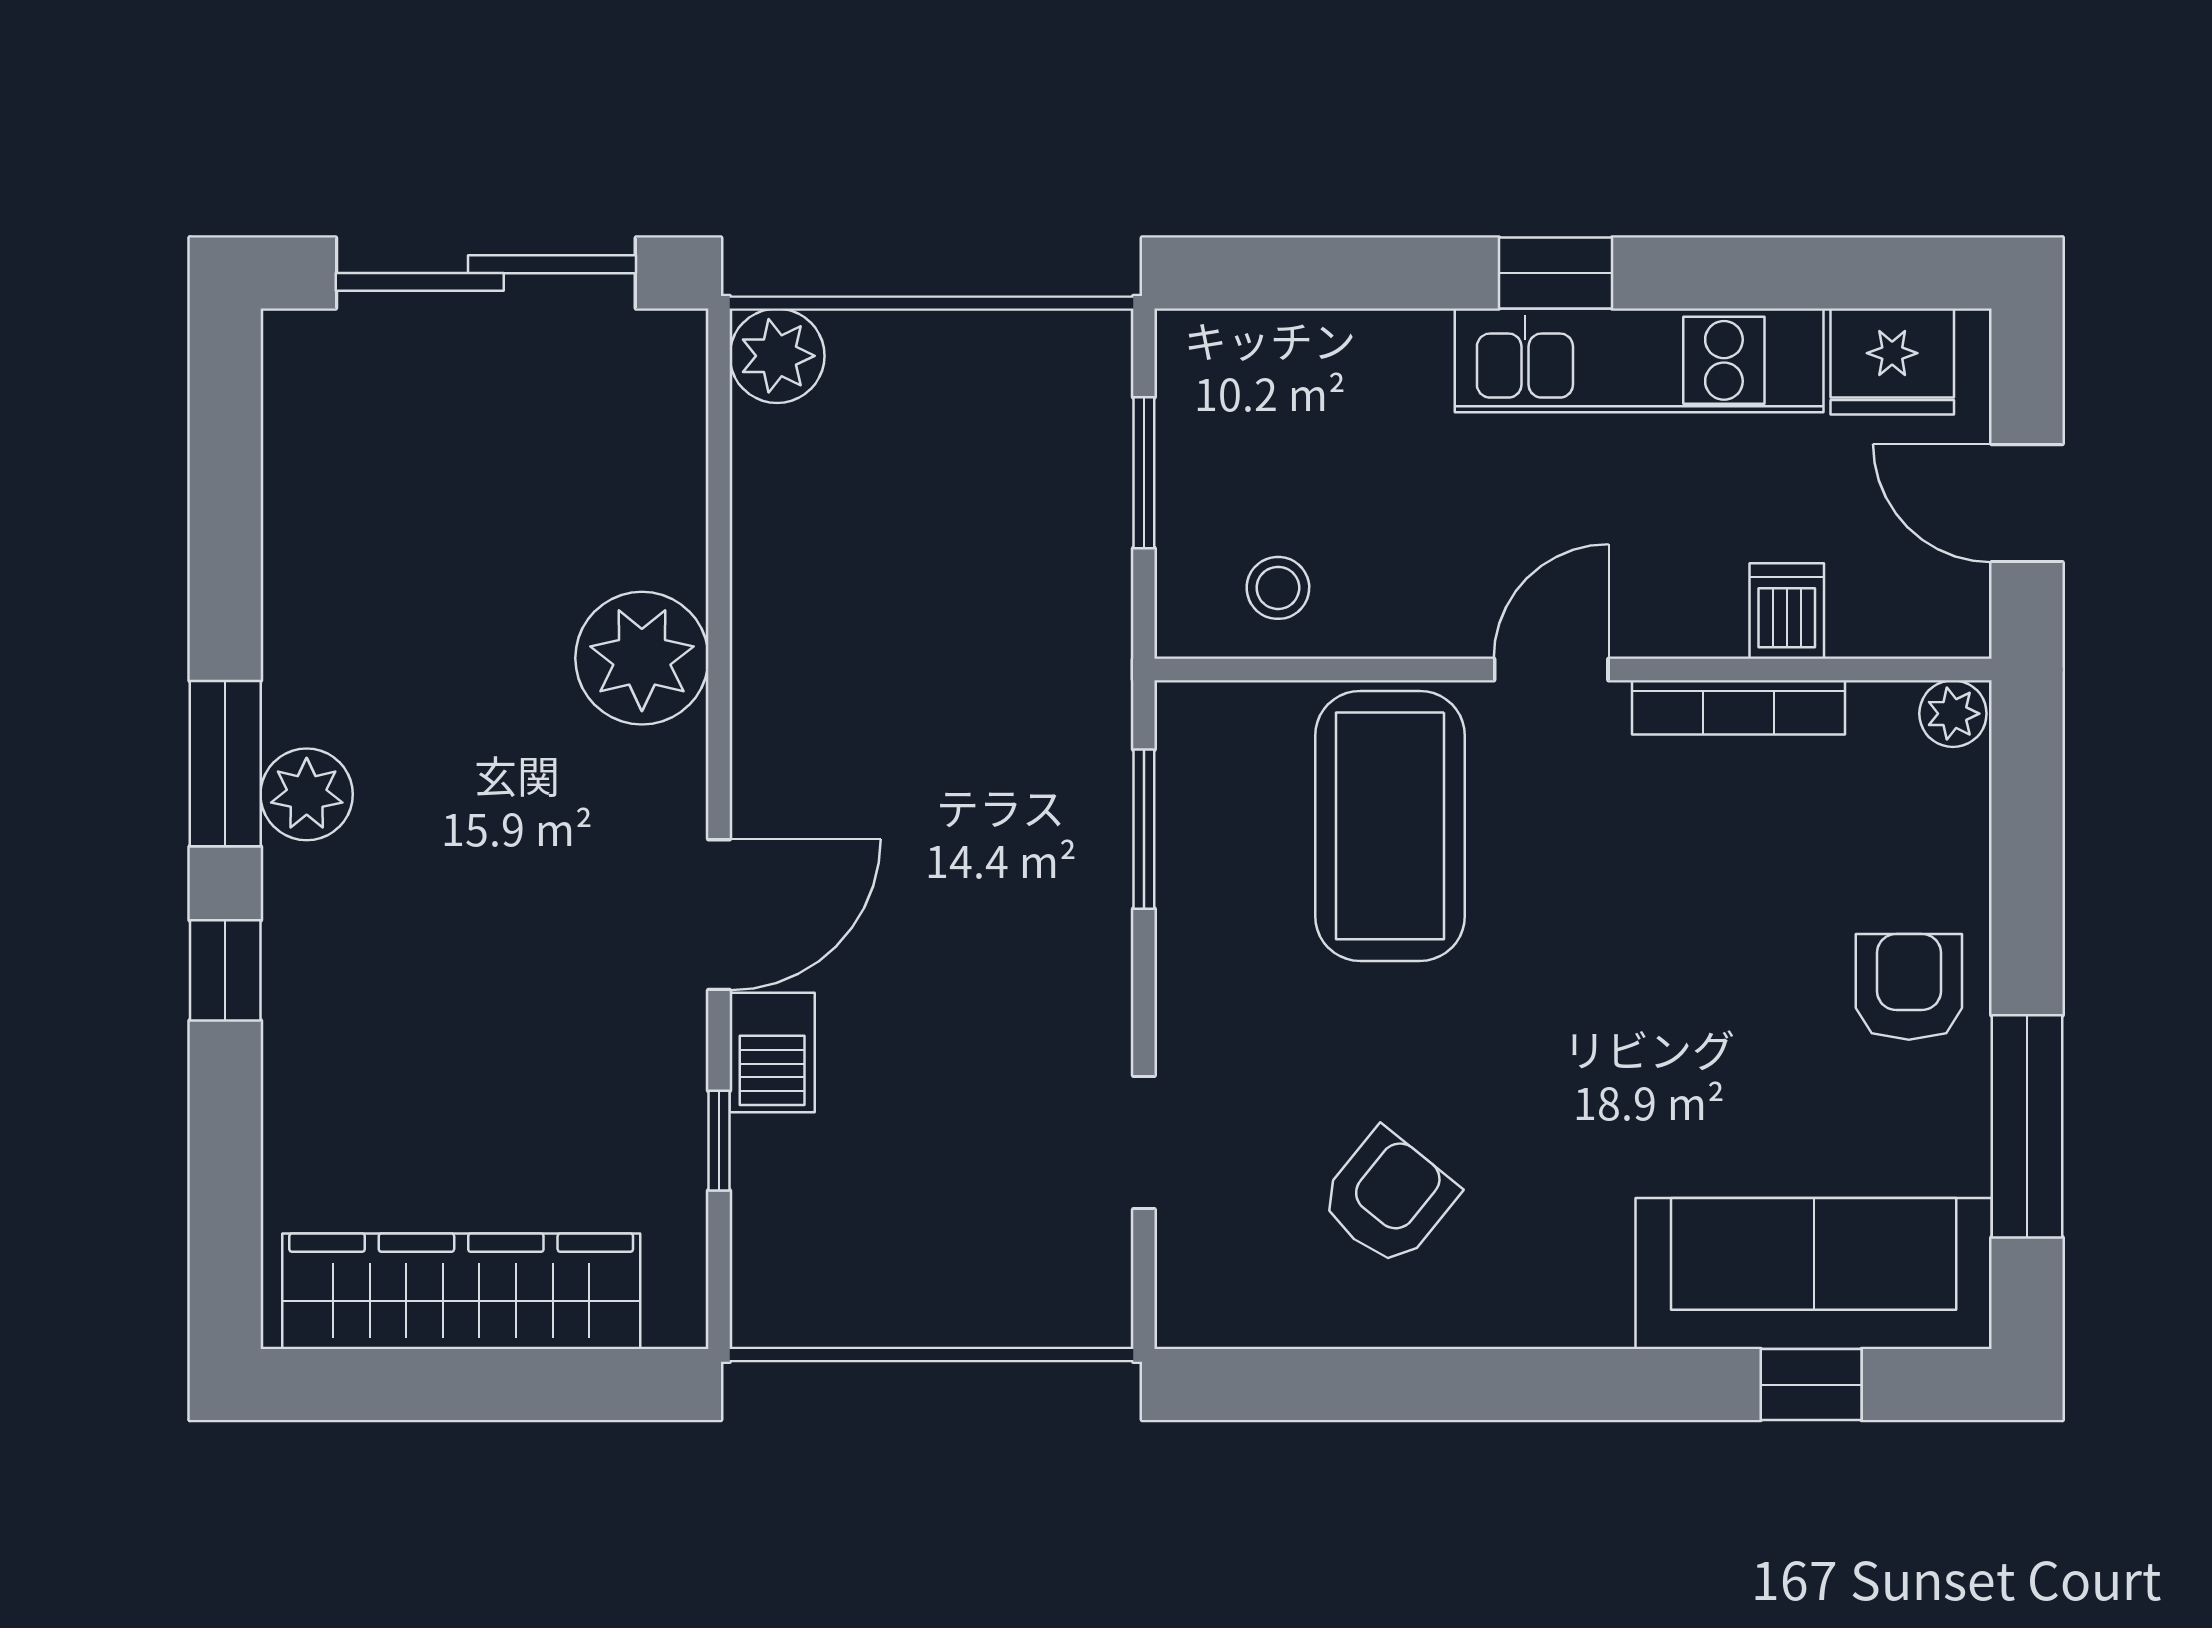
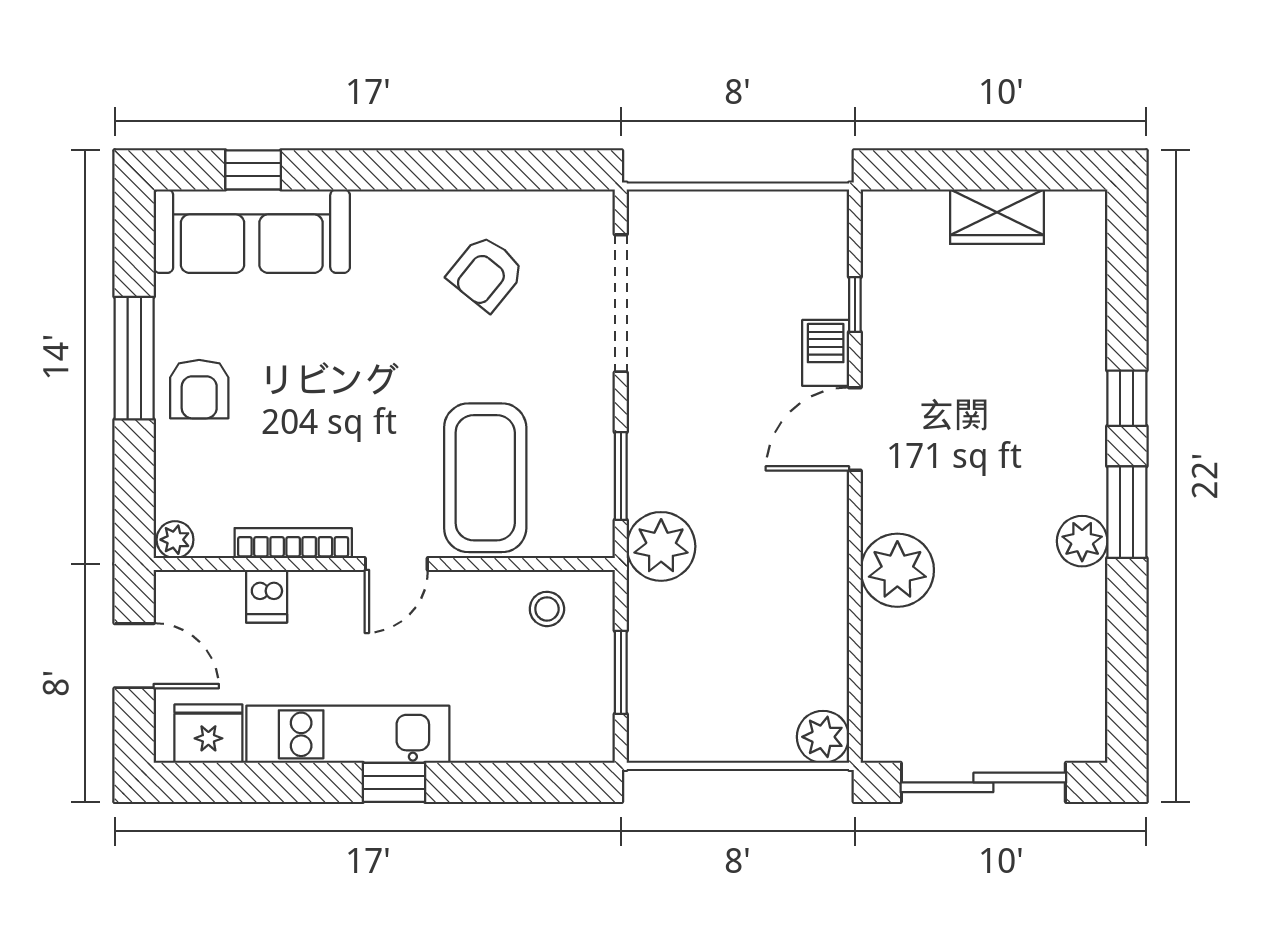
plant: (1071, 701) -> (661, 546), added
plant: (307, 794) -> (1082, 541), moved
window: (2027, 1126) -> (134, 358), moved
doorway: (1144, 1143) -> (621, 303), width x1.88
wardrobe: (461, 1291) -> (997, 217), width x0.48, depth x0.85

